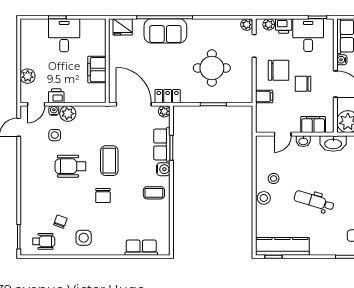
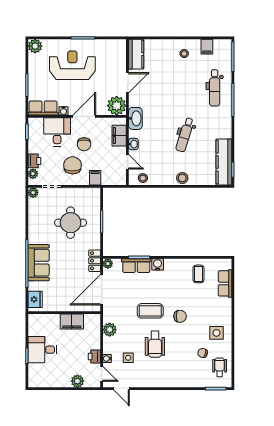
desk: (308, 35) -> (57, 132), moved, turned 90
plant: (68, 114) -> (110, 330), moved
stool: (274, 179) -> (143, 178), moved
coffee table: (154, 193) -> (199, 274), moved

